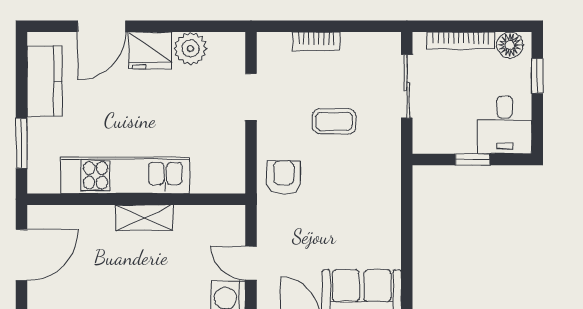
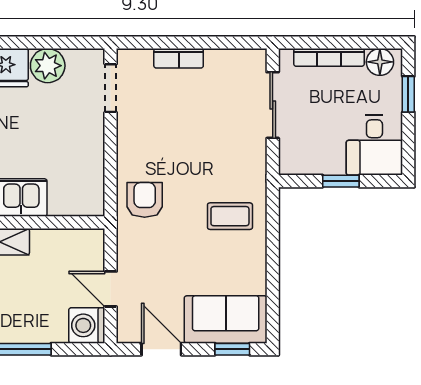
doorway: (251, 97) -> (111, 88), moved
coffee table: (334, 121) -> (230, 216), moved

